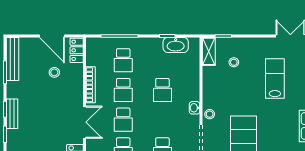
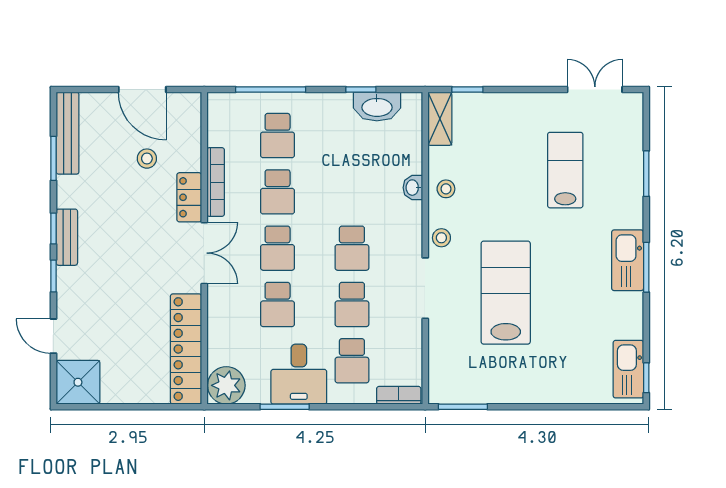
locker: (77, 50) -> (189, 197), moved
stool: (234, 62) -> (446, 189), moved
school desk: (162, 90) -> (352, 248), moved
washbasin: (195, 108) -> (413, 188), moved

